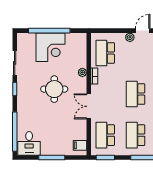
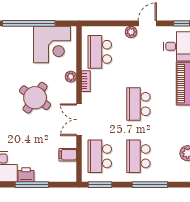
corner desk: (51, 47) -> (52, 45), moved
round table: (54, 89) -> (35, 98), turned 34
filing cabinet: (80, 145) -> (68, 155), moved
printer: (47, 150) -> (26, 175), added

